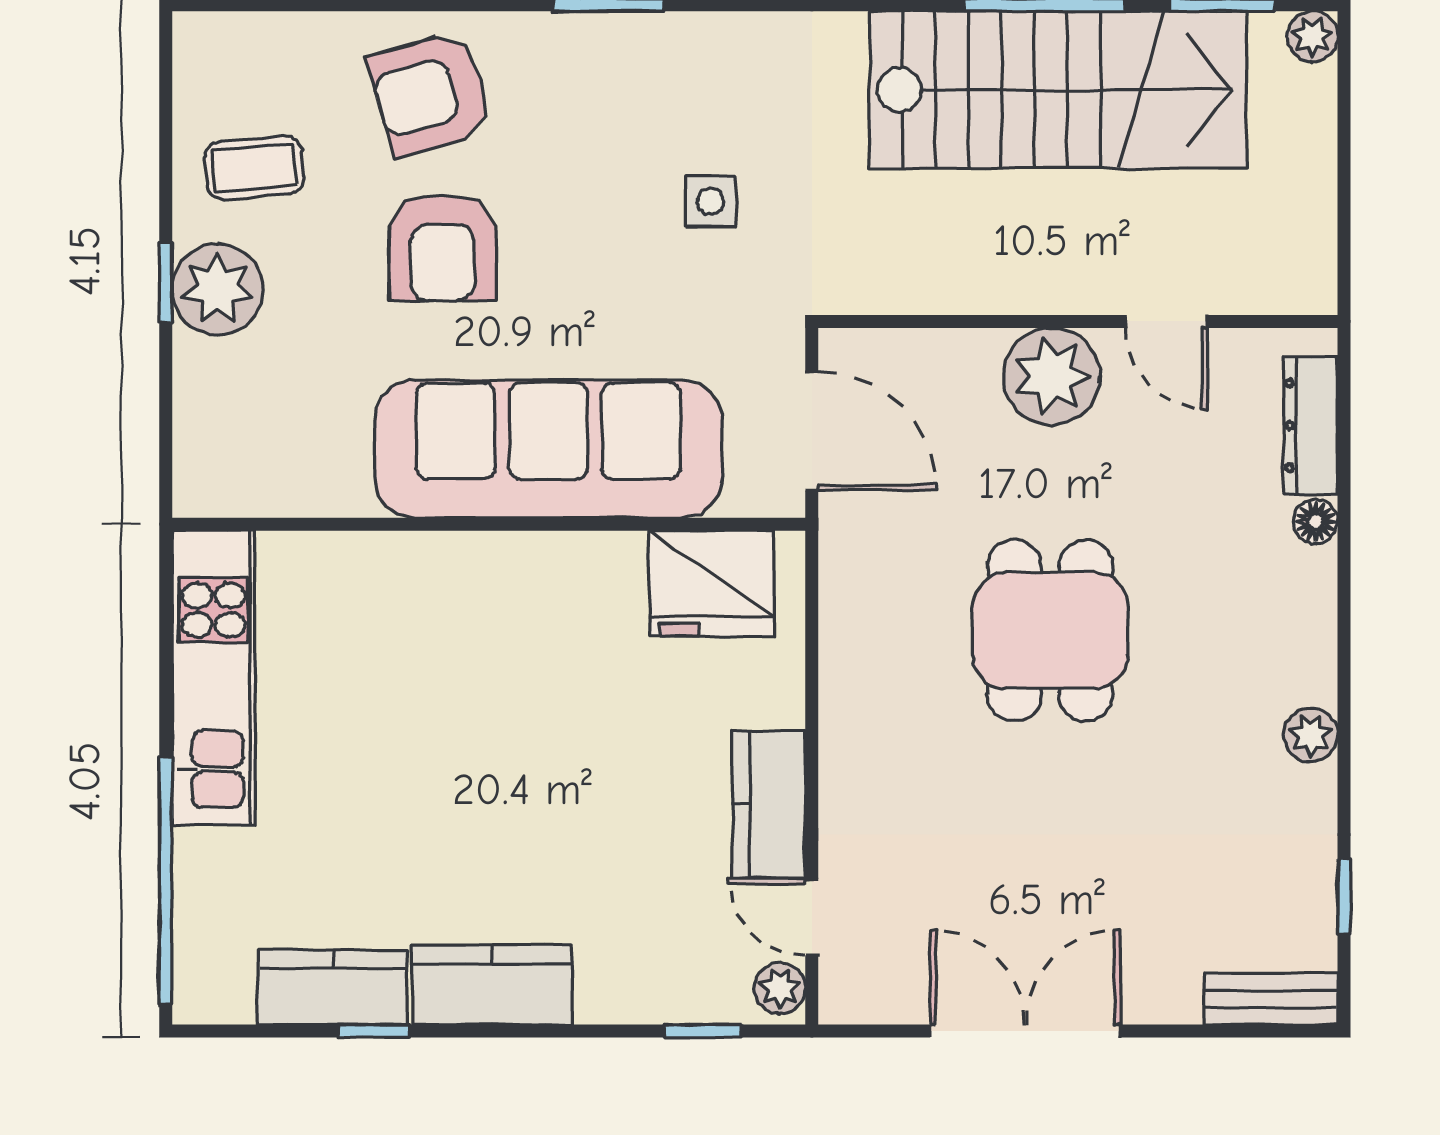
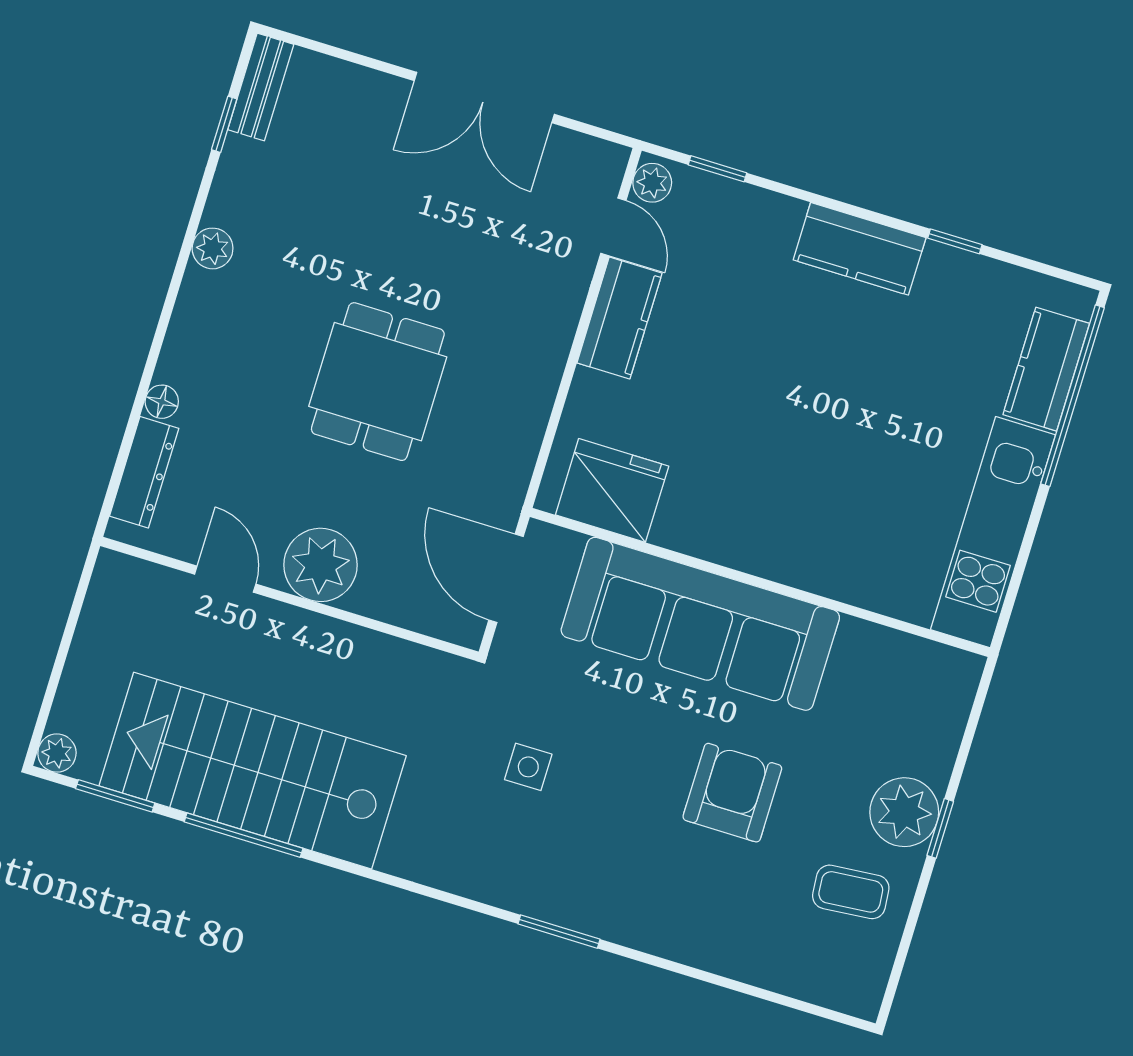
armchair: (431, 93) -> (707, 907), removed
kitchen counter: (333, 987) -> (1046, 369), moved, turned 90
bench: (1271, 999) -> (261, 87), moved, turned 90

